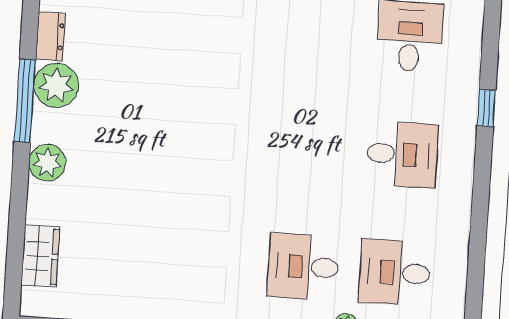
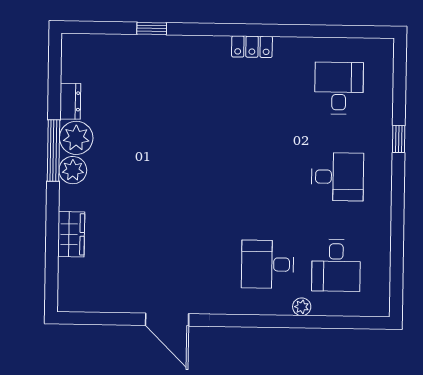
plant: (47, 163) -> (73, 170), moved
wardrobe: (40, 256) -> (71, 234), moved
desk: (395, 273) -> (336, 265), turned -90

